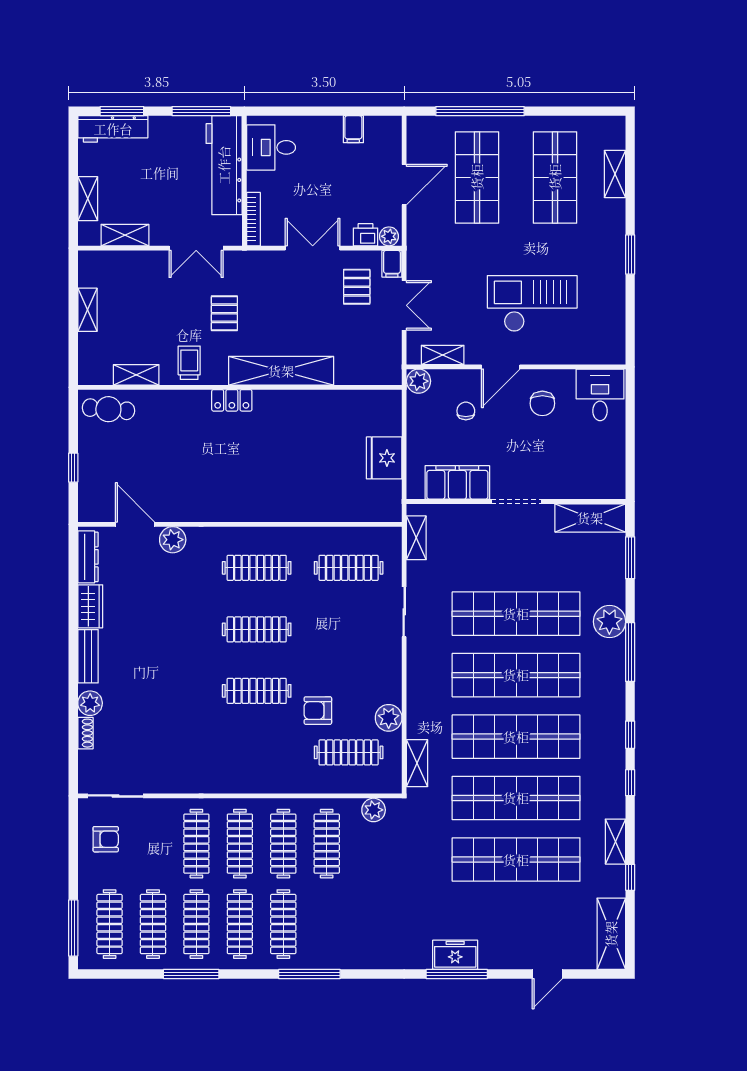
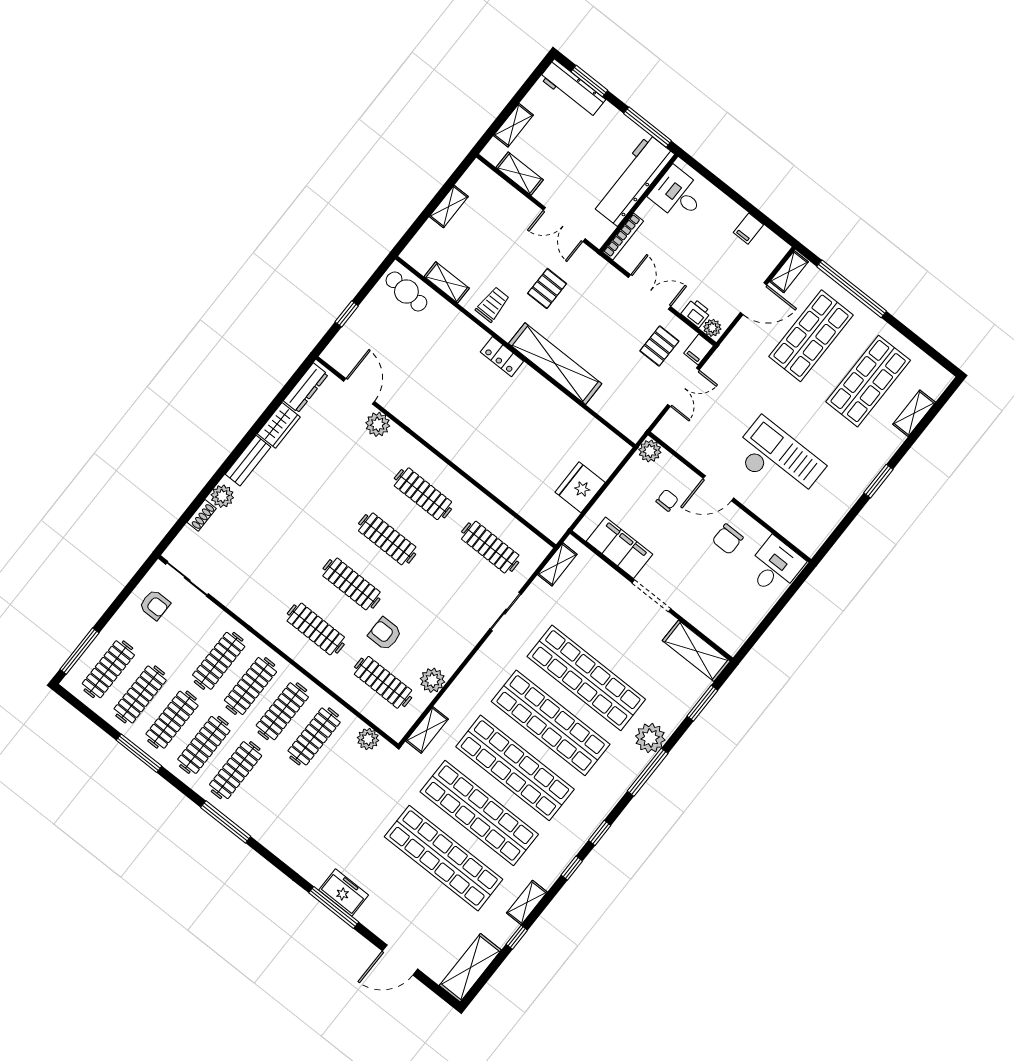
shelving: (443, 355) -> (789, 272), moved, turned 90
clothes rail: (257, 752) -> (316, 629), added
door: (547, 974) -> (400, 960), width x1.38

